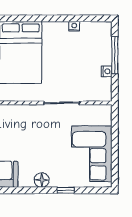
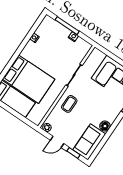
coffee table: (24, 120) -> (69, 104), added
floor lamp: (42, 180) -> (105, 126), moved

